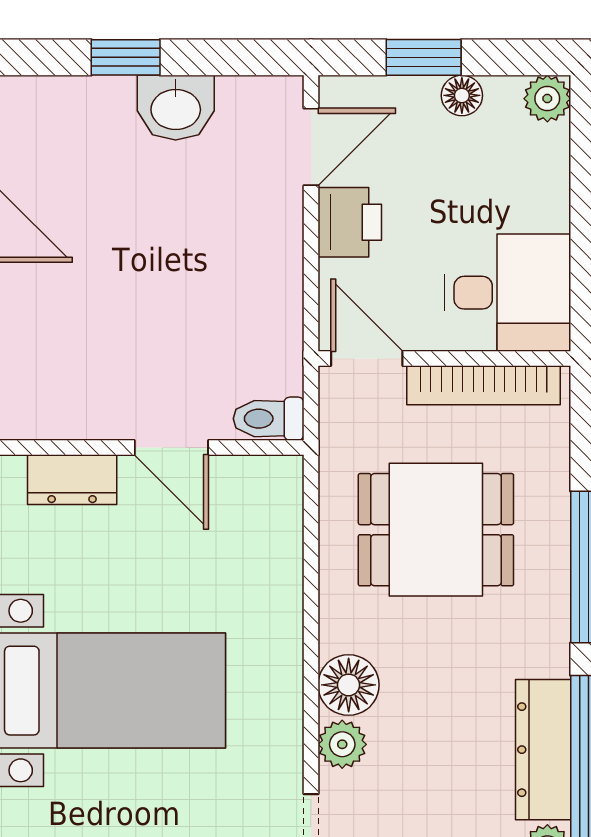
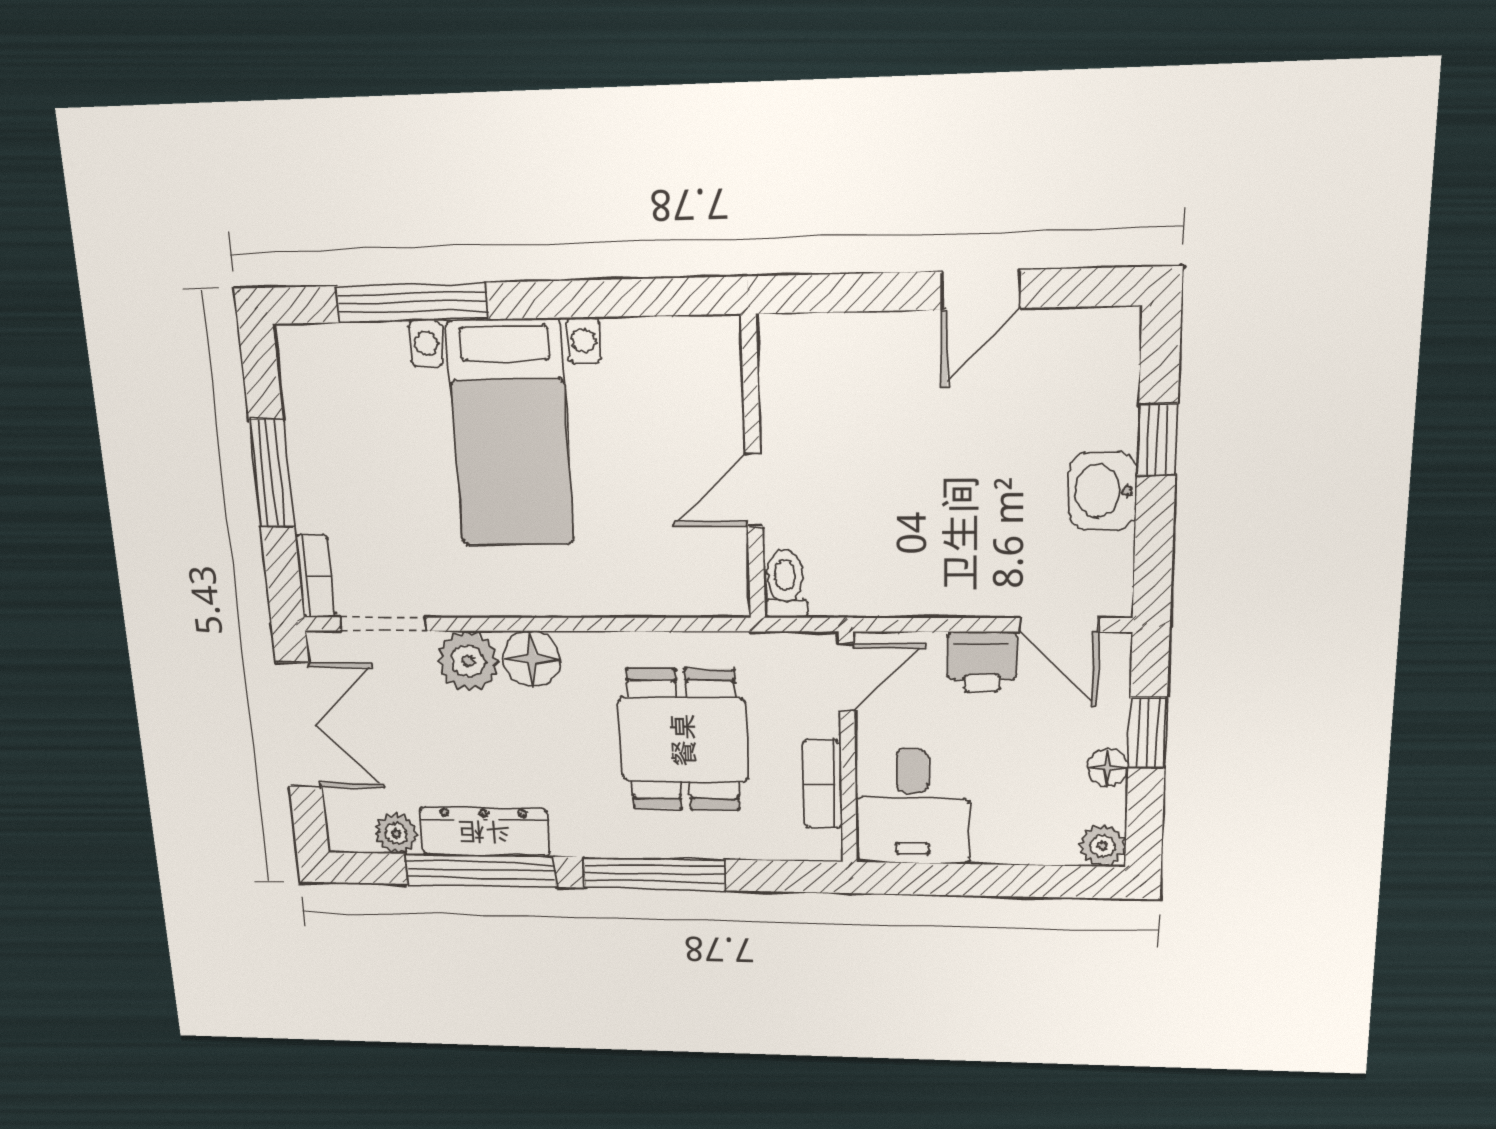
bookcase: (484, 385) -> (823, 784), width x0.64
dresser: (72, 480) -> (718, 391), removed
plant: (342, 744) -> (468, 661), width x1.38, depth x1.38

